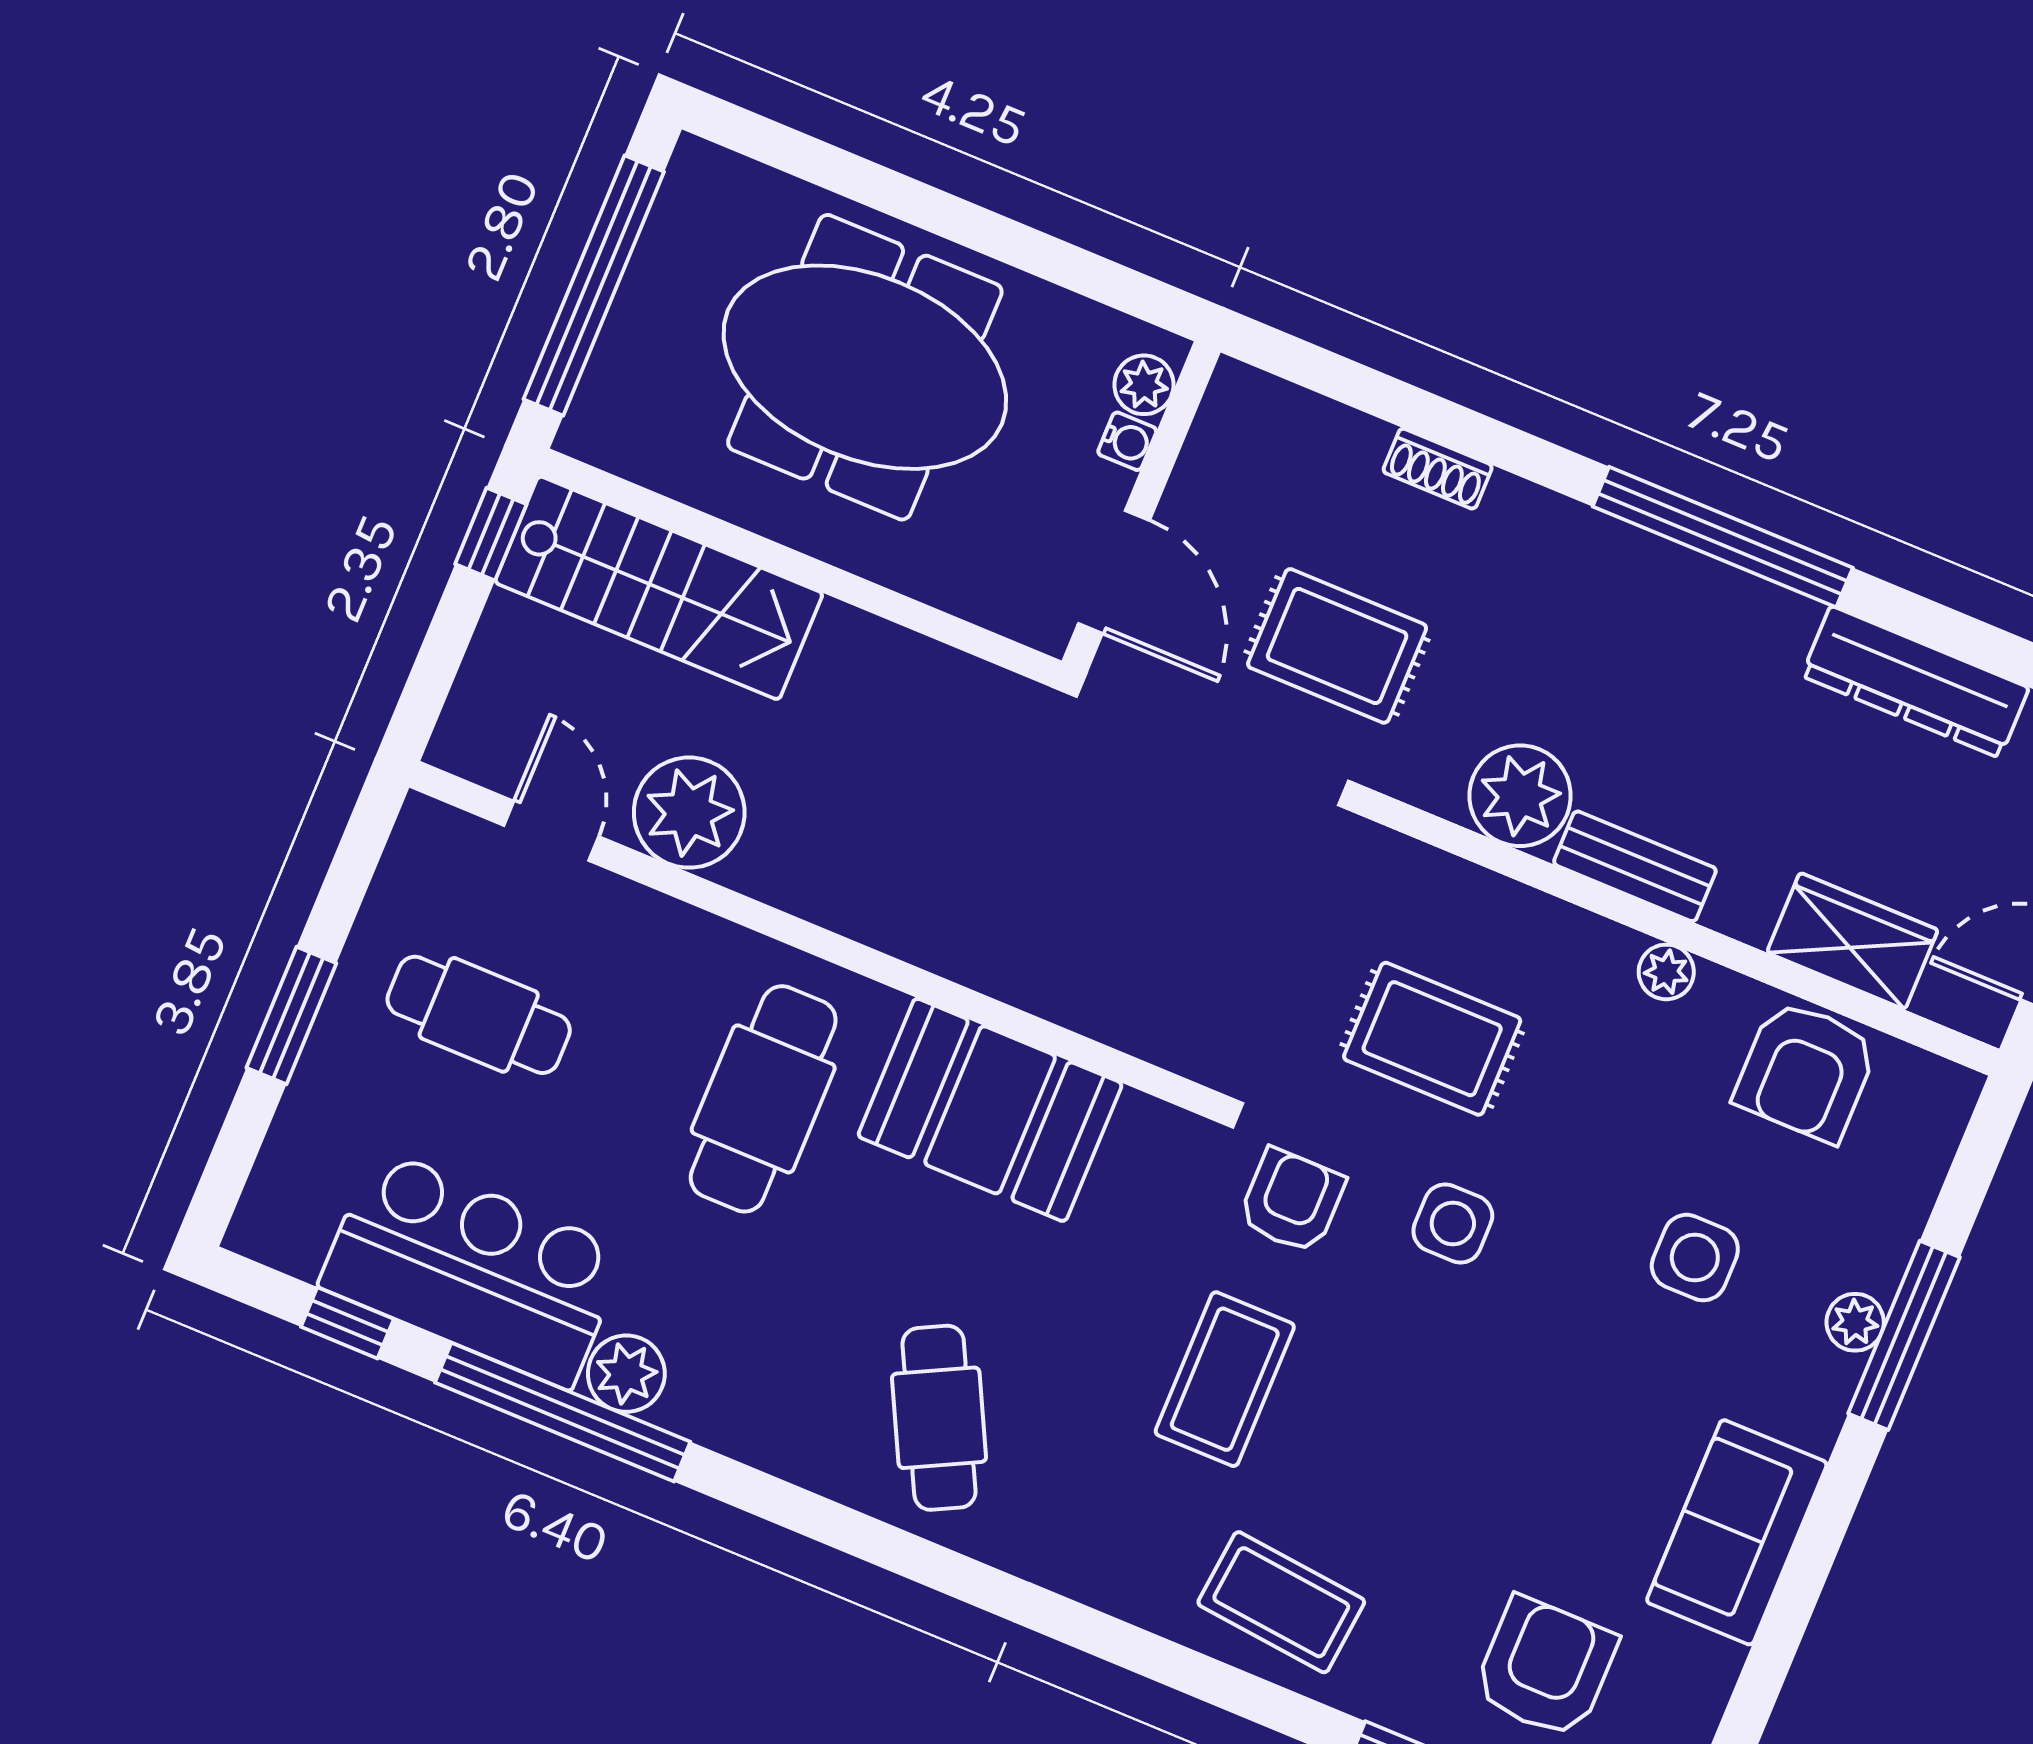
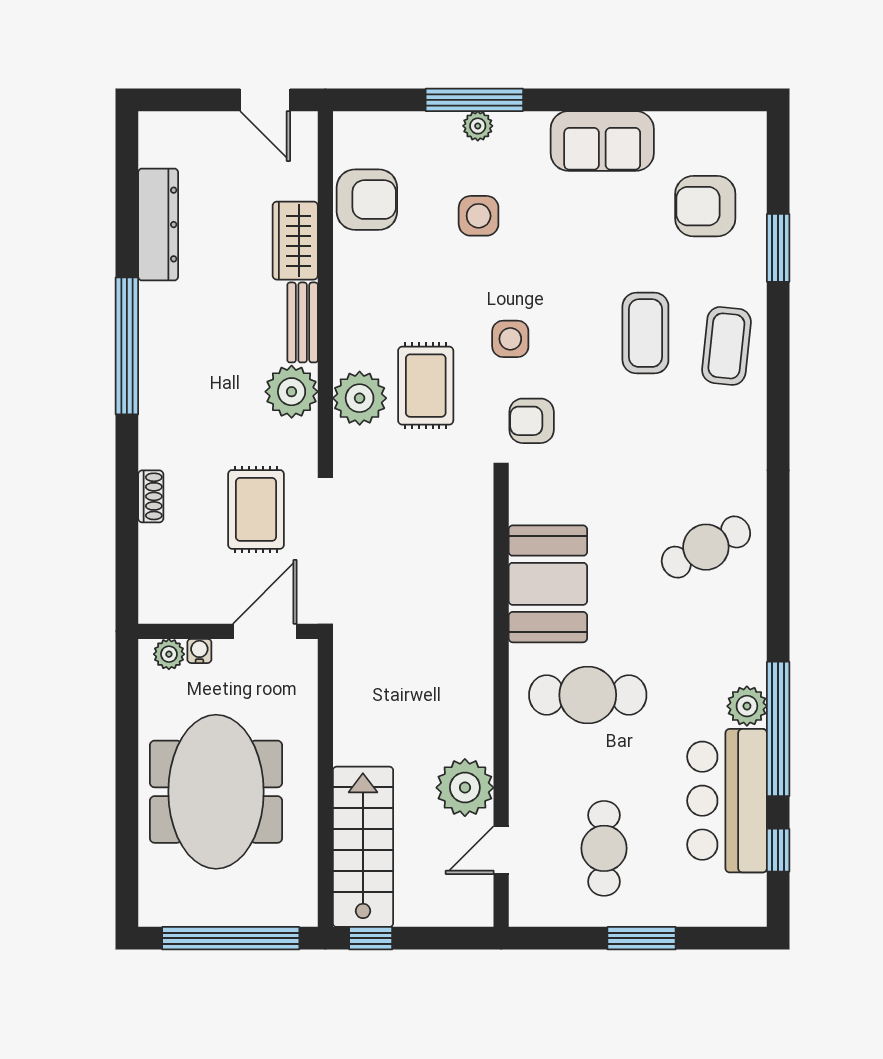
wardrobe: (1852, 941) -> (295, 241), moved
plant: (1666, 972) -> (360, 398), moved, width x1.88, depth x1.88
coffee table: (1225, 1379) -> (645, 333), moved, turned 90

